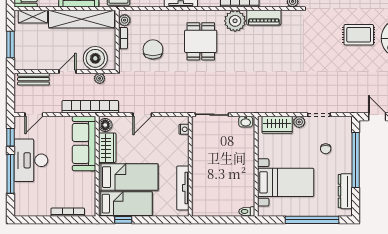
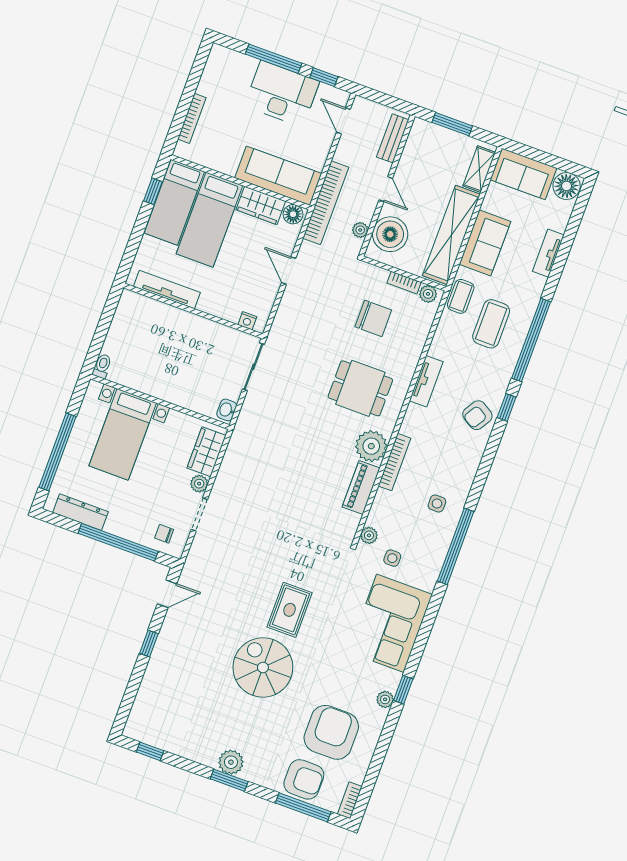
chair: (326, 149) -> (164, 534), moved

